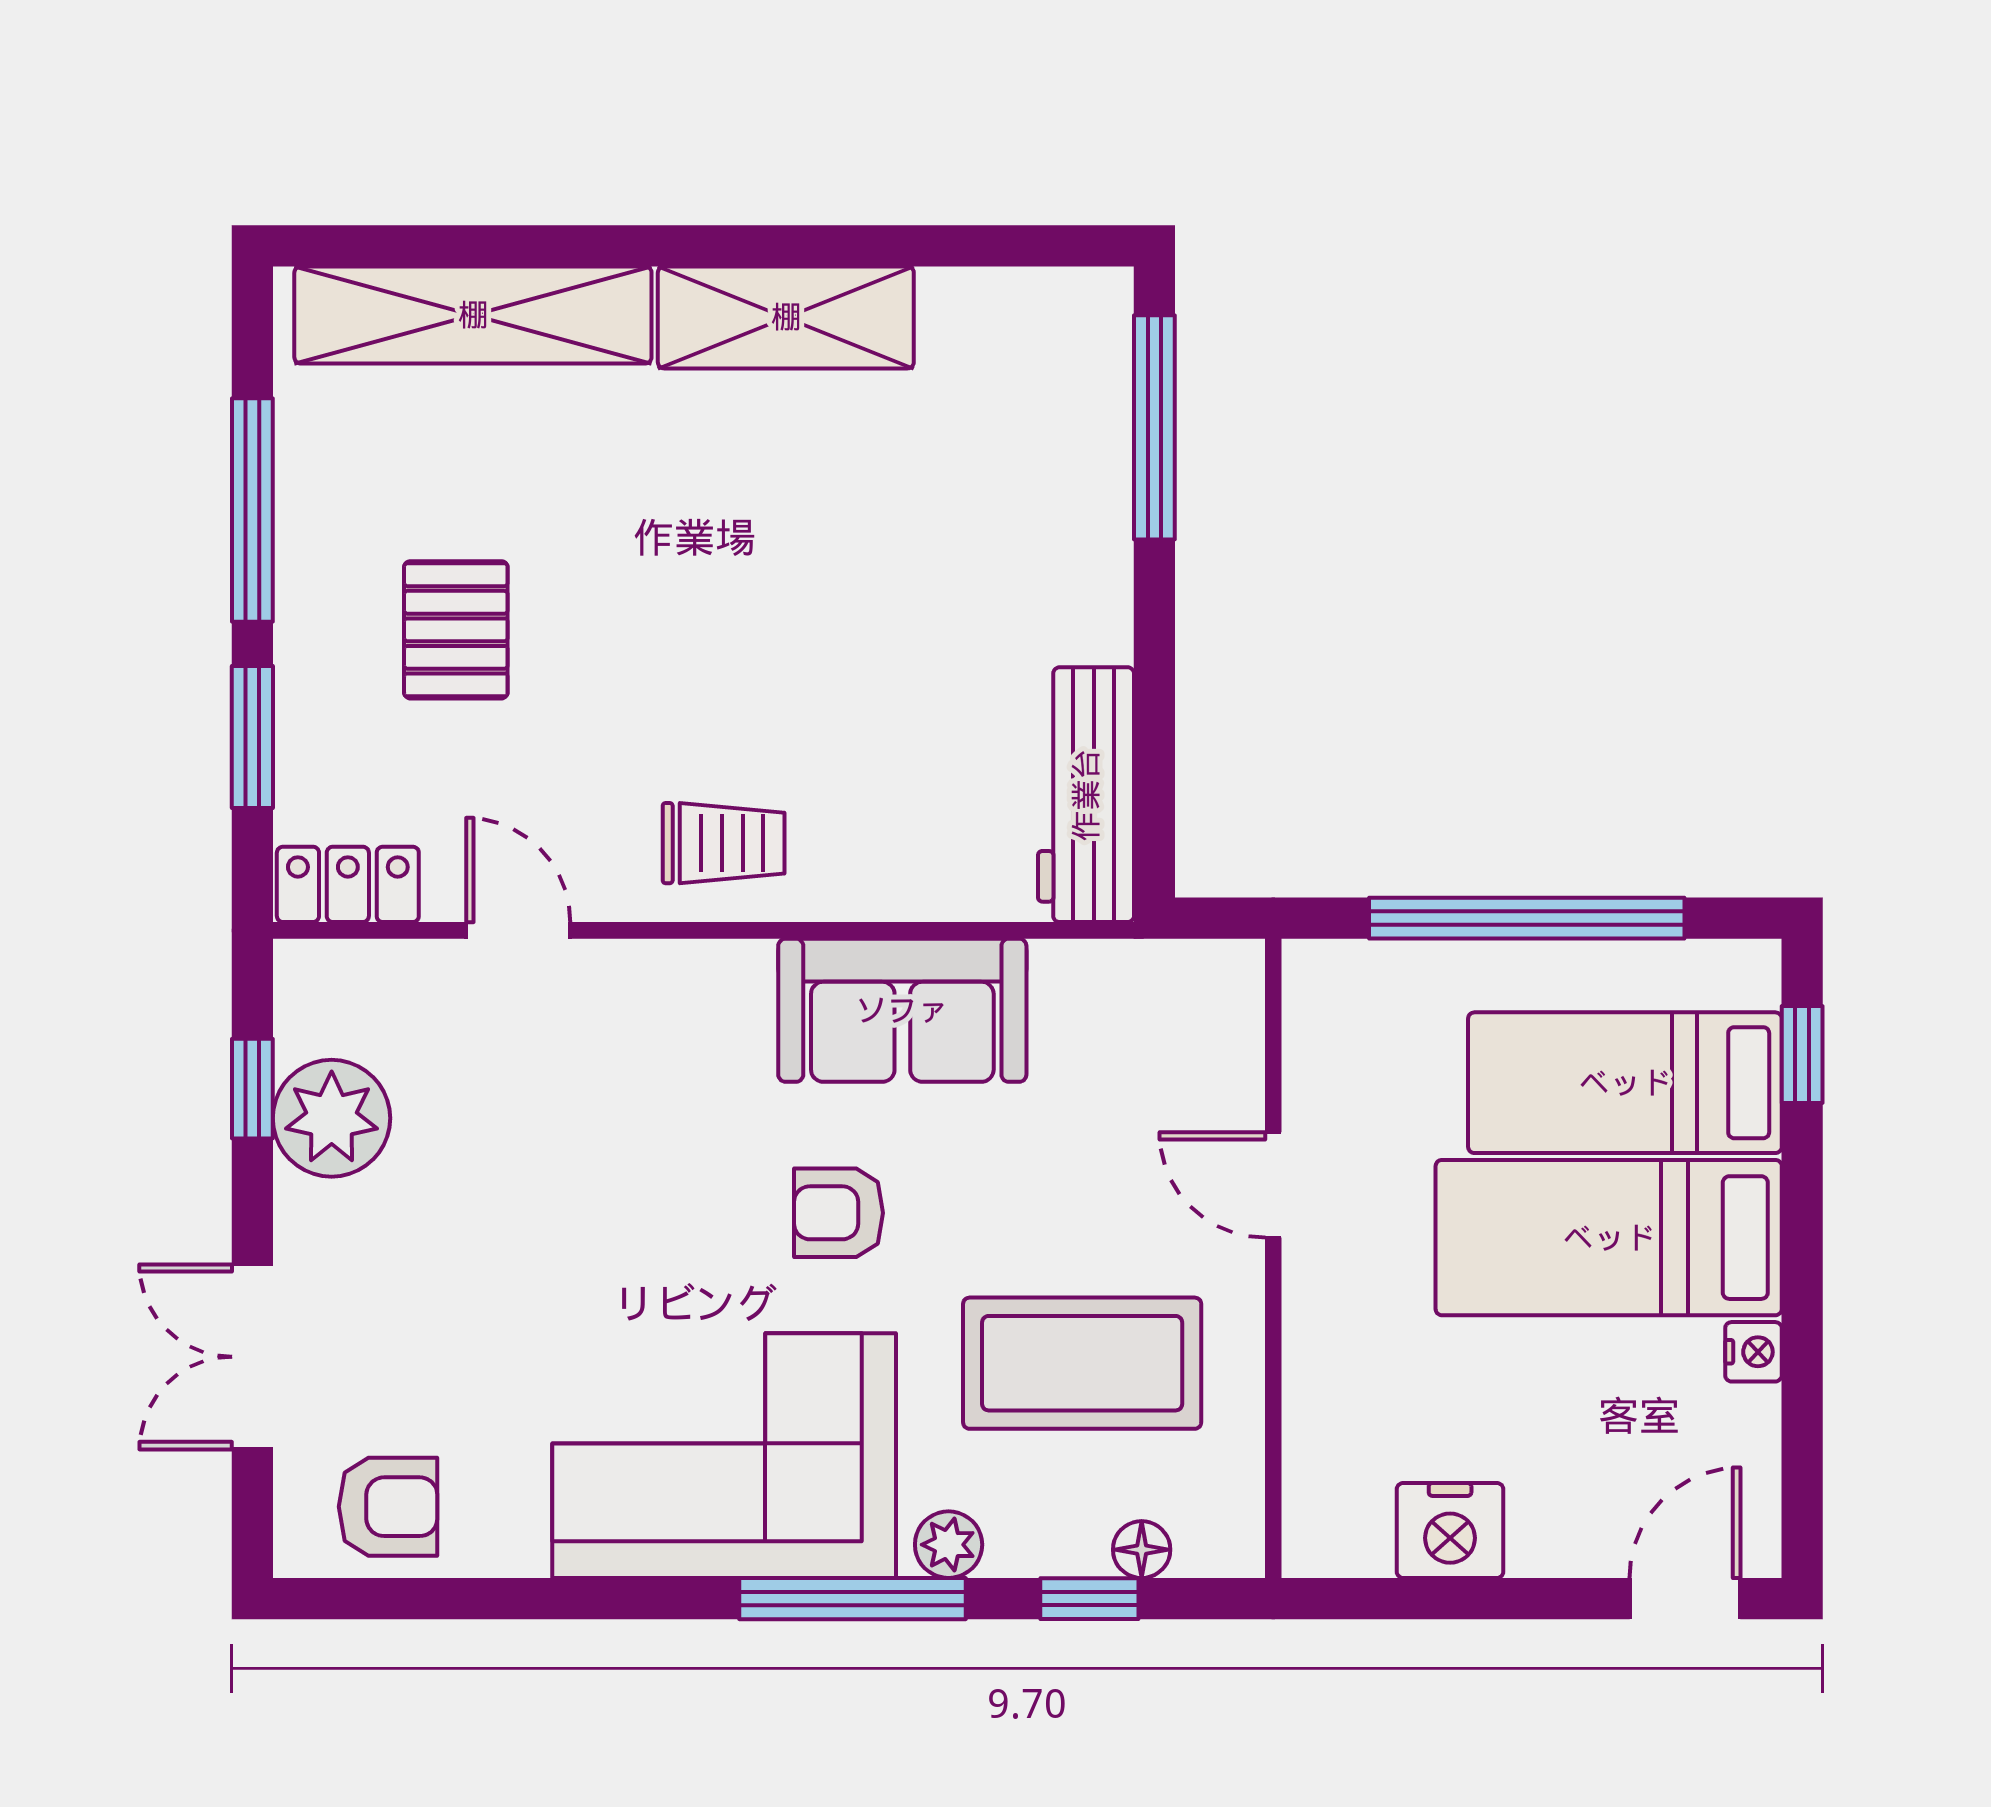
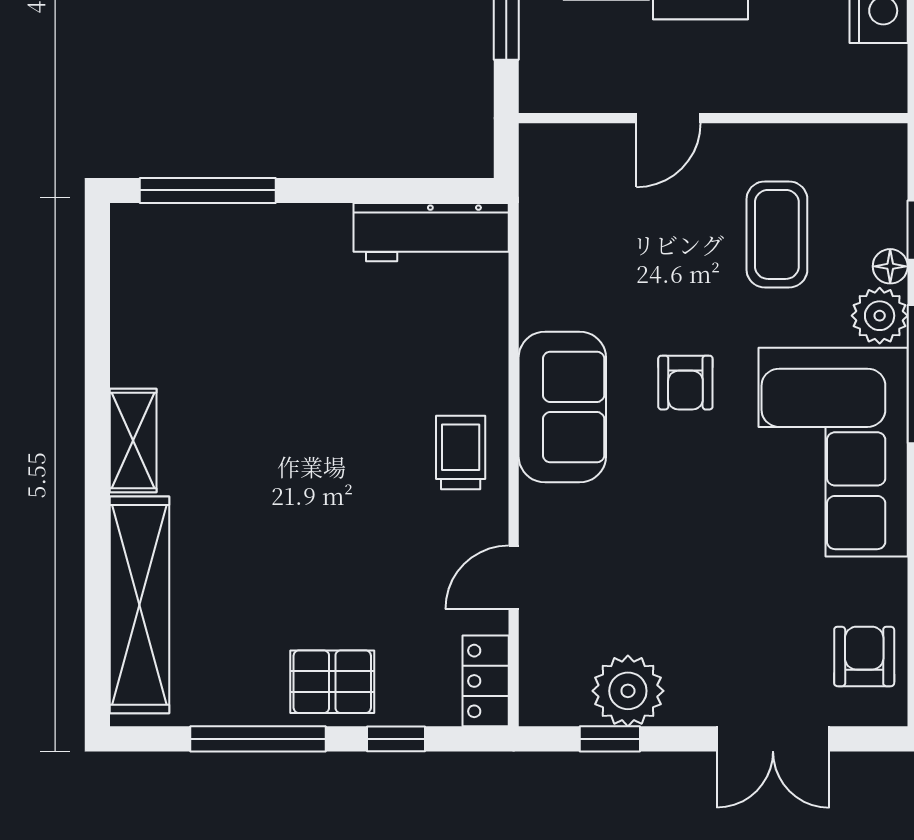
shelving: (786, 317) -> (133, 441), width x0.67, depth x0.75
pallet: (456, 630) -> (332, 682), moved
window: (252, 737) -> (396, 739), width x0.67
sofa: (902, 1010) -> (562, 407), moved
coffee table: (1082, 1363) -> (777, 234), width x0.73, depth x0.76
plant: (949, 1545) -> (880, 316), width x1.38, depth x1.38
floor lamp: (1142, 1550) -> (890, 266), moved

